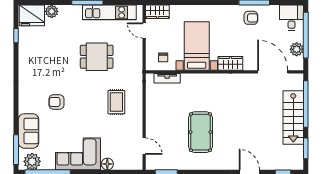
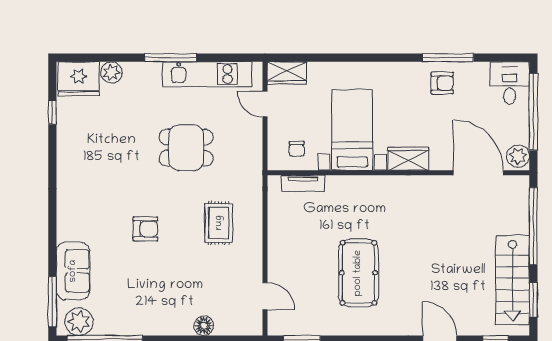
plant: (297, 49) -> (518, 156), moved
armchair: (56, 102) -> (145, 229), moved, turned 180
stairs: (293, 117) -> (513, 280), moved
corner sofa: (78, 154) -> (155, 309), removed

